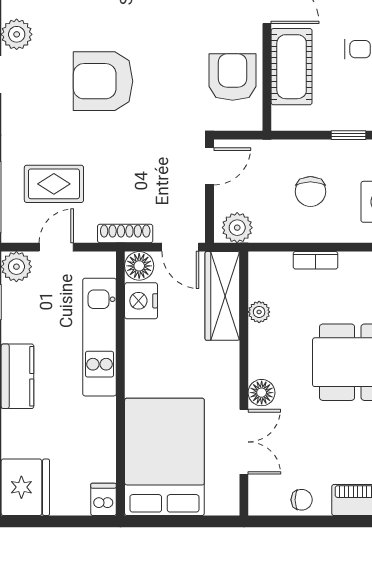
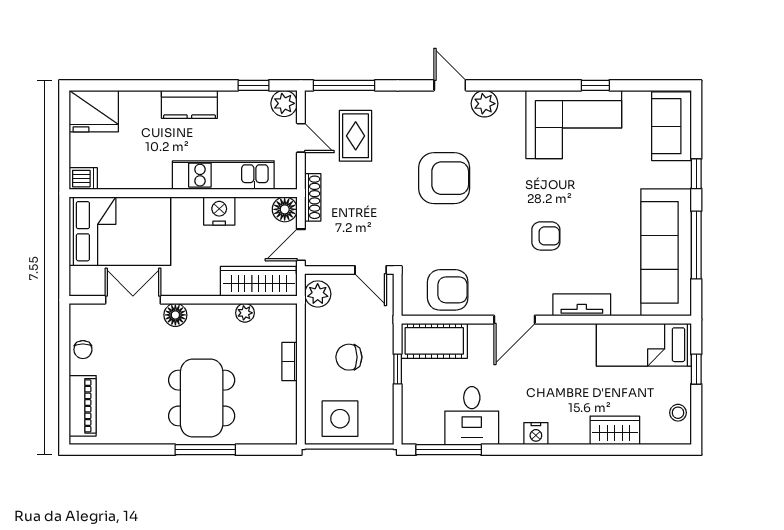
cot: (292, 67) -> (434, 341), moved
armchair: (103, 81) -> (444, 178), turned 90
window: (349, 135) -> (398, 369), moved
nightstand: (141, 301) -> (219, 211), moved
double door: (244, 442) -> (133, 300), swing flipped

